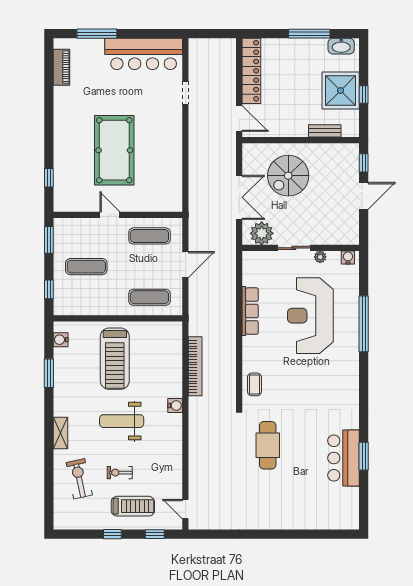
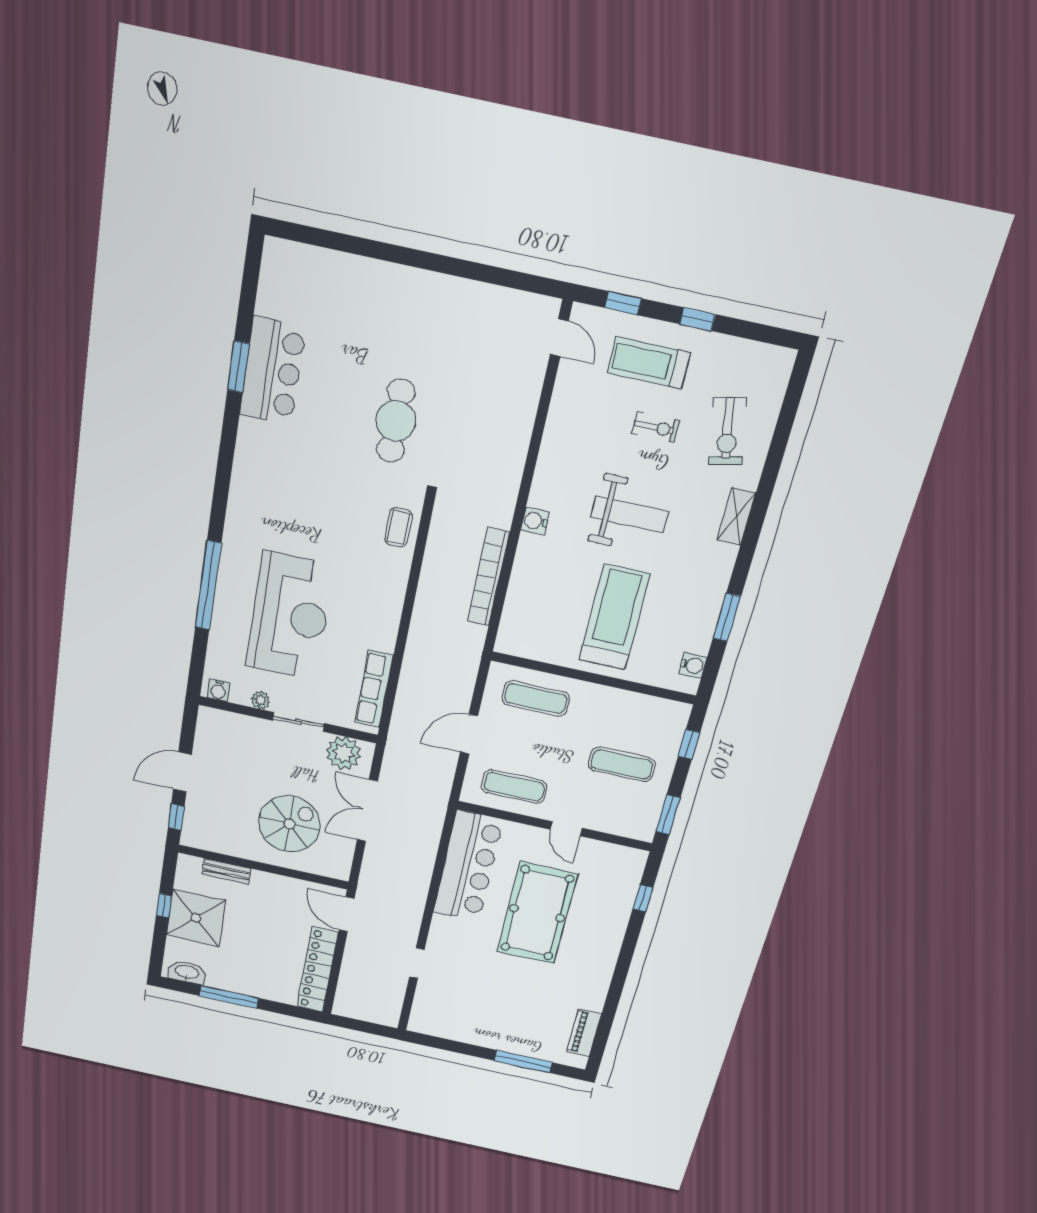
bar counter: (144, 54) -> (468, 866), moved, turned 90
row of seats: (250, 311) -> (374, 689), moved

